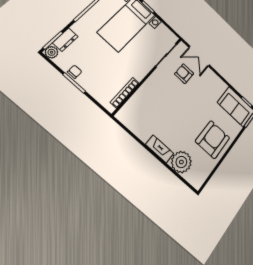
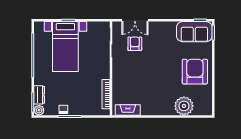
armchair: (184, 74) -> (135, 44), turned 90
fireplace: (160, 149) -> (128, 110), moved

